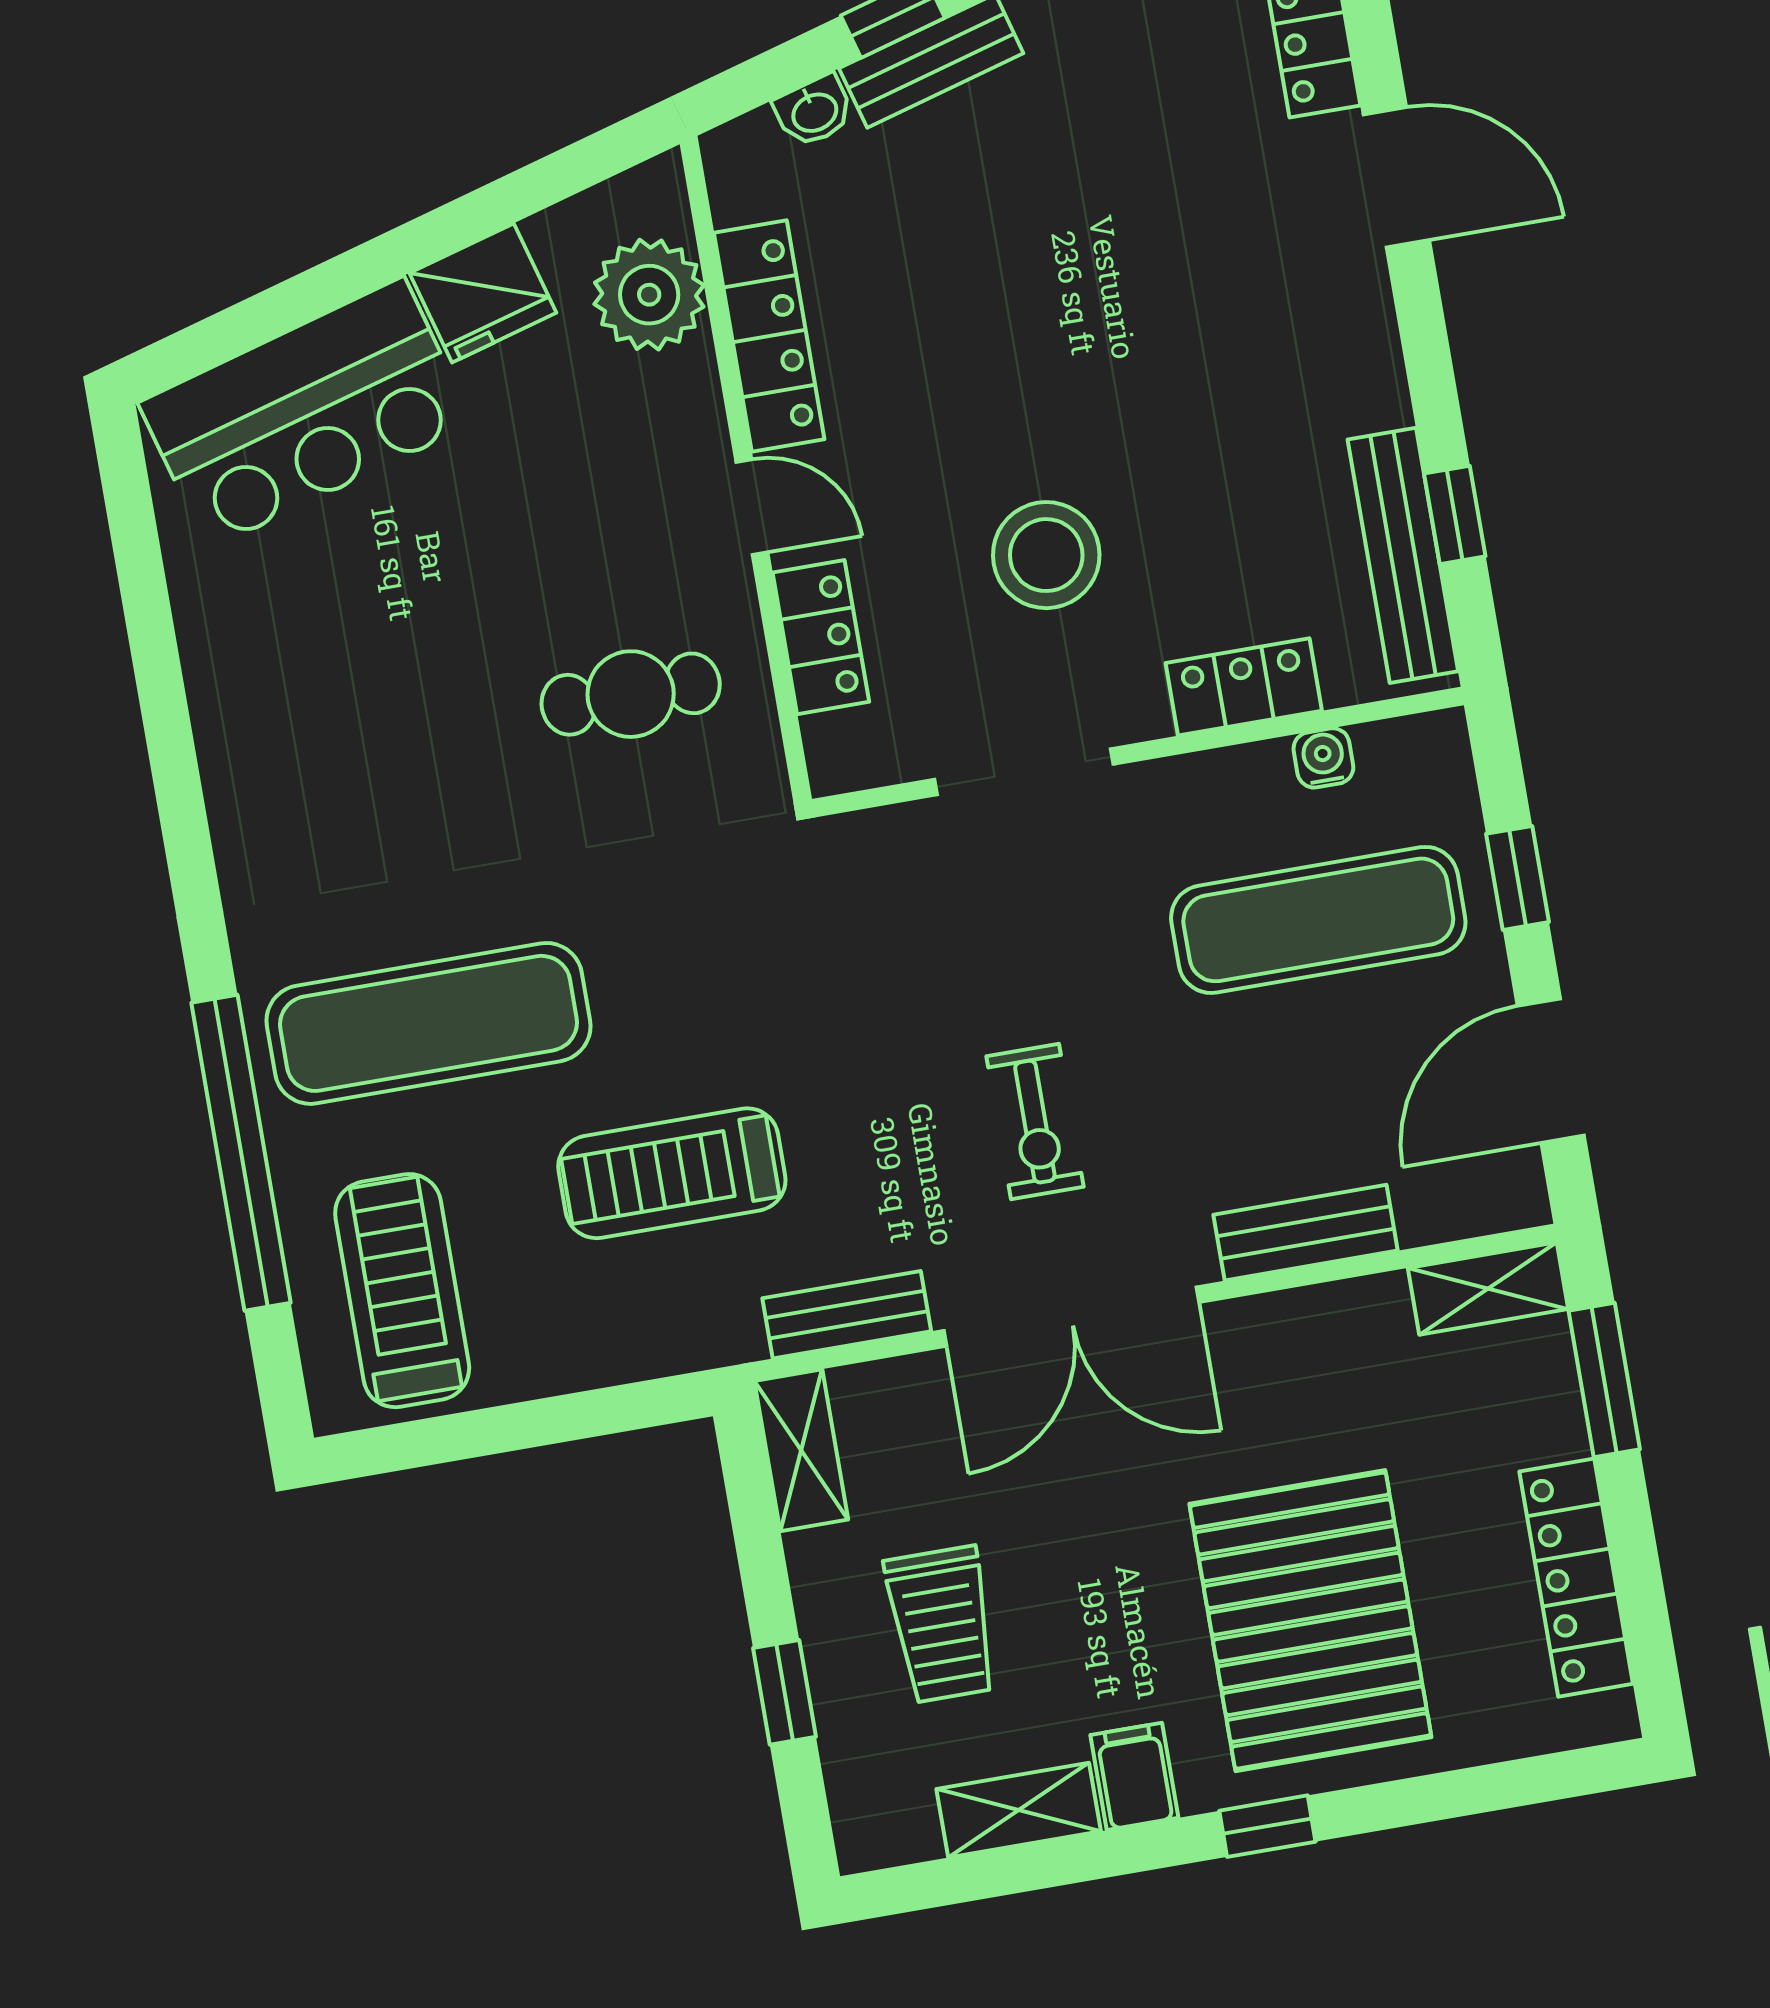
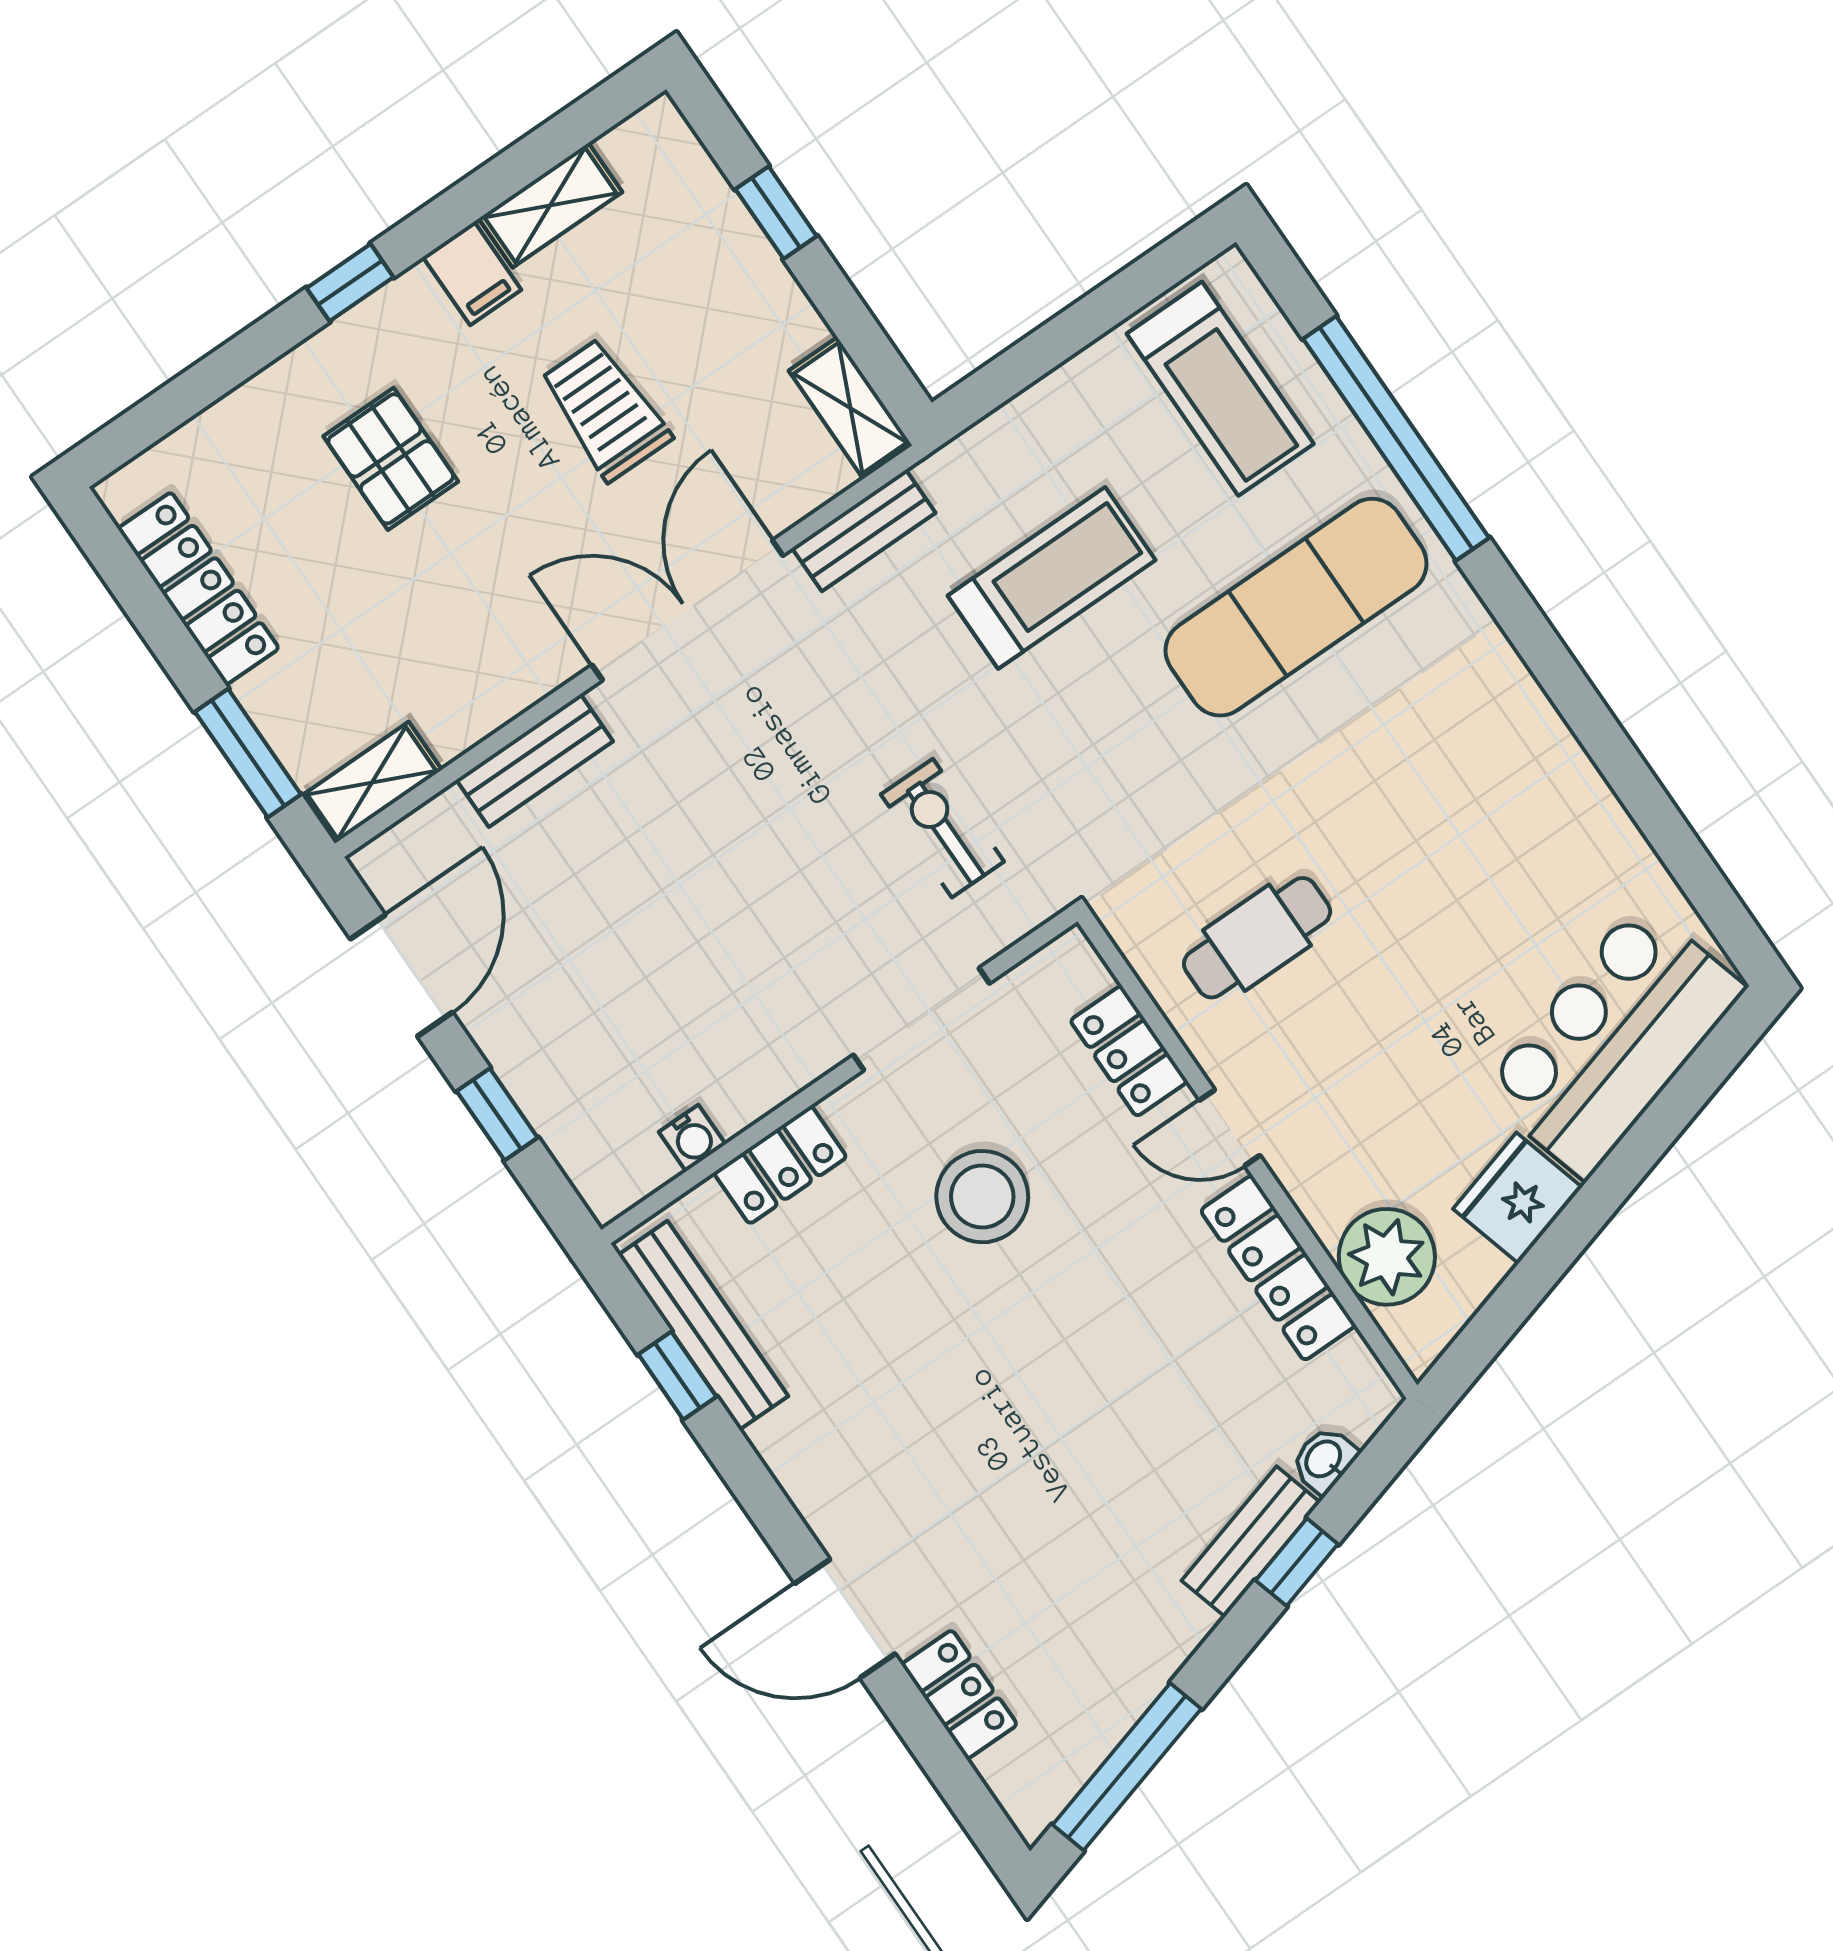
exercise mat: (1318, 920) -> (638, 1010), removed
exercise bike: (1035, 1122) -> (942, 828), moved
pallet: (1310, 1621) -> (391, 459), width x0.49, depth x0.50
trolley: (942, 1624) -> (605, 410), moved

